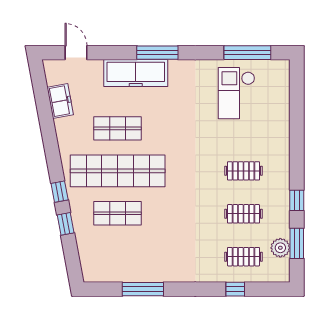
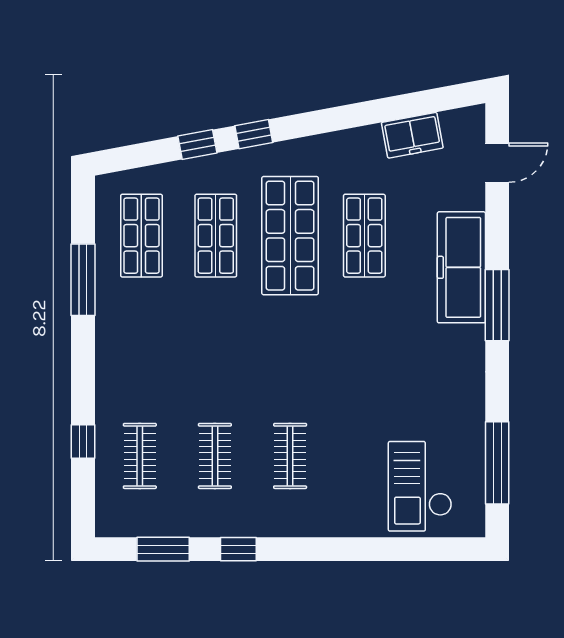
checkout: (237, 93) -> (420, 486), moved, turned -90
shop shelf: (118, 171) -> (290, 236), width x0.71
plant: (280, 248) -> (155, 520), removed
shop shelf: (118, 256) -> (141, 236), added

